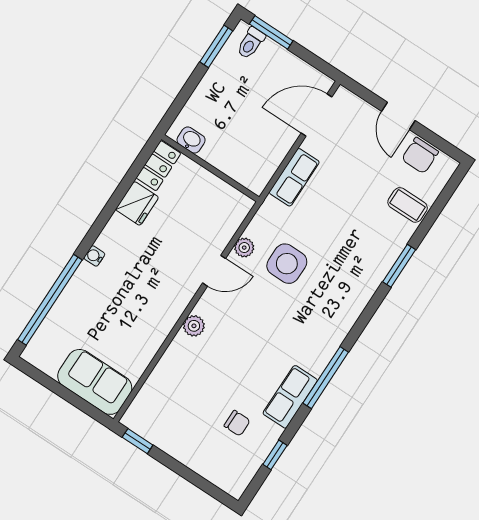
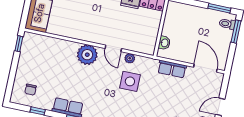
washbasin: (191, 140) -> (164, 43), moved
plant: (194, 326) -> (87, 55), width x1.88, depth x1.88
chair: (237, 423) -> (31, 90), moved

